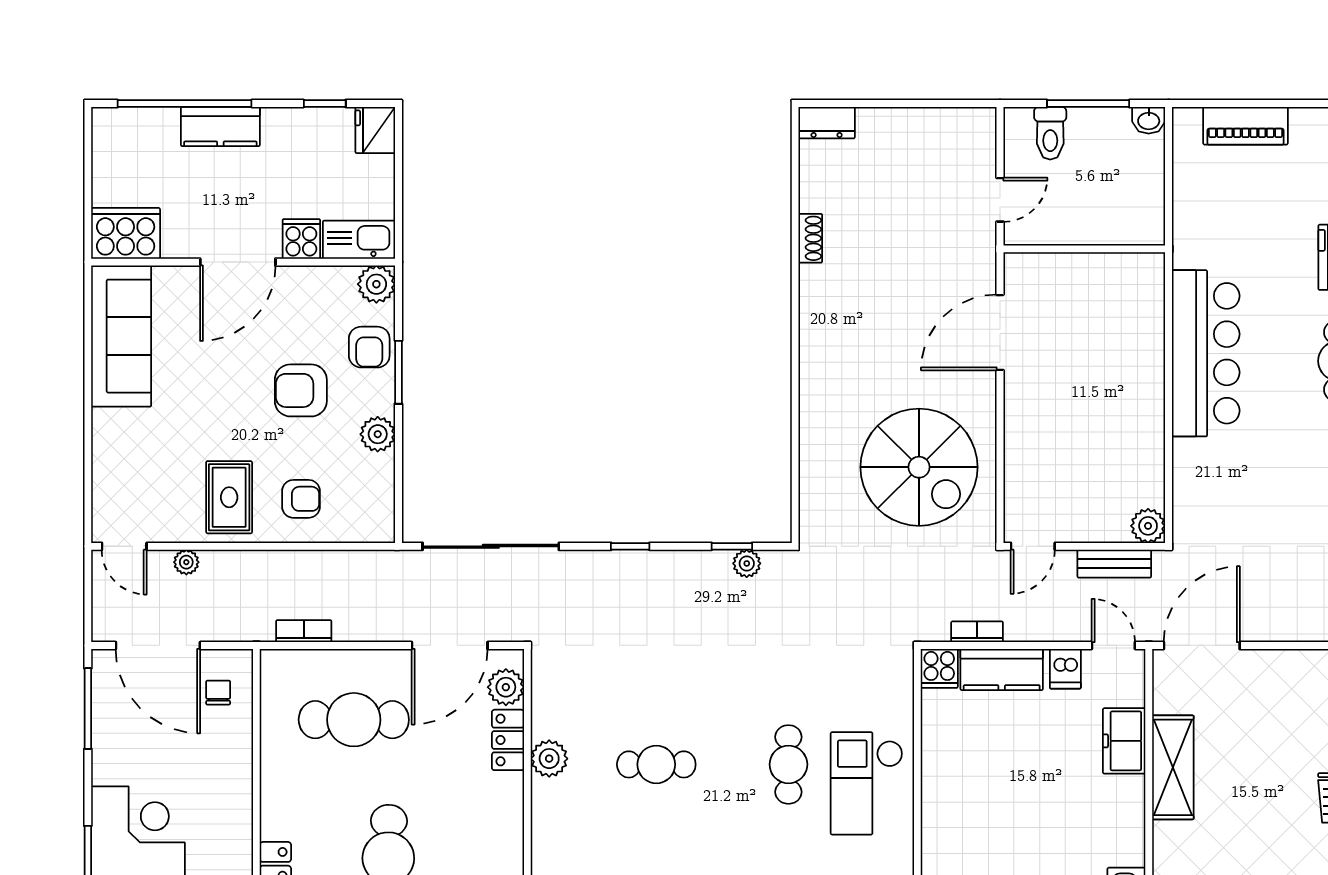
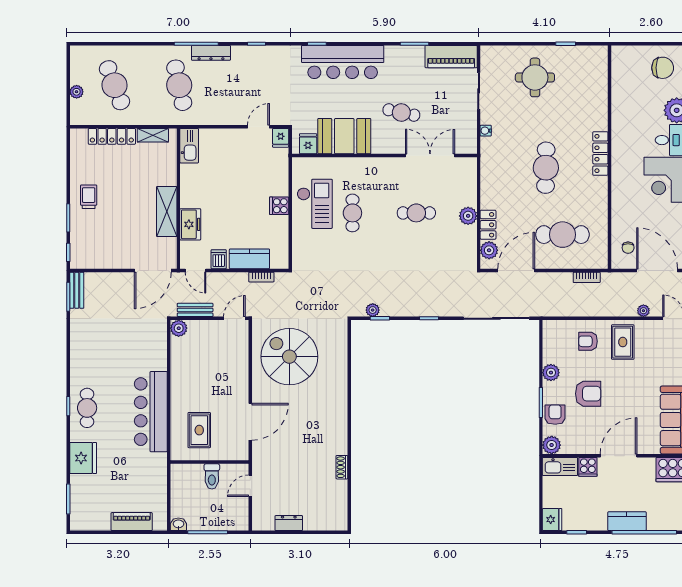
dresser: (827, 123) -> (289, 523), moved
toilet: (1050, 133) -> (212, 476), moved, turned 180
rug: (1106, 315) -> (199, 430), added
cooker: (939, 668) -> (279, 206), moved, turned -90

